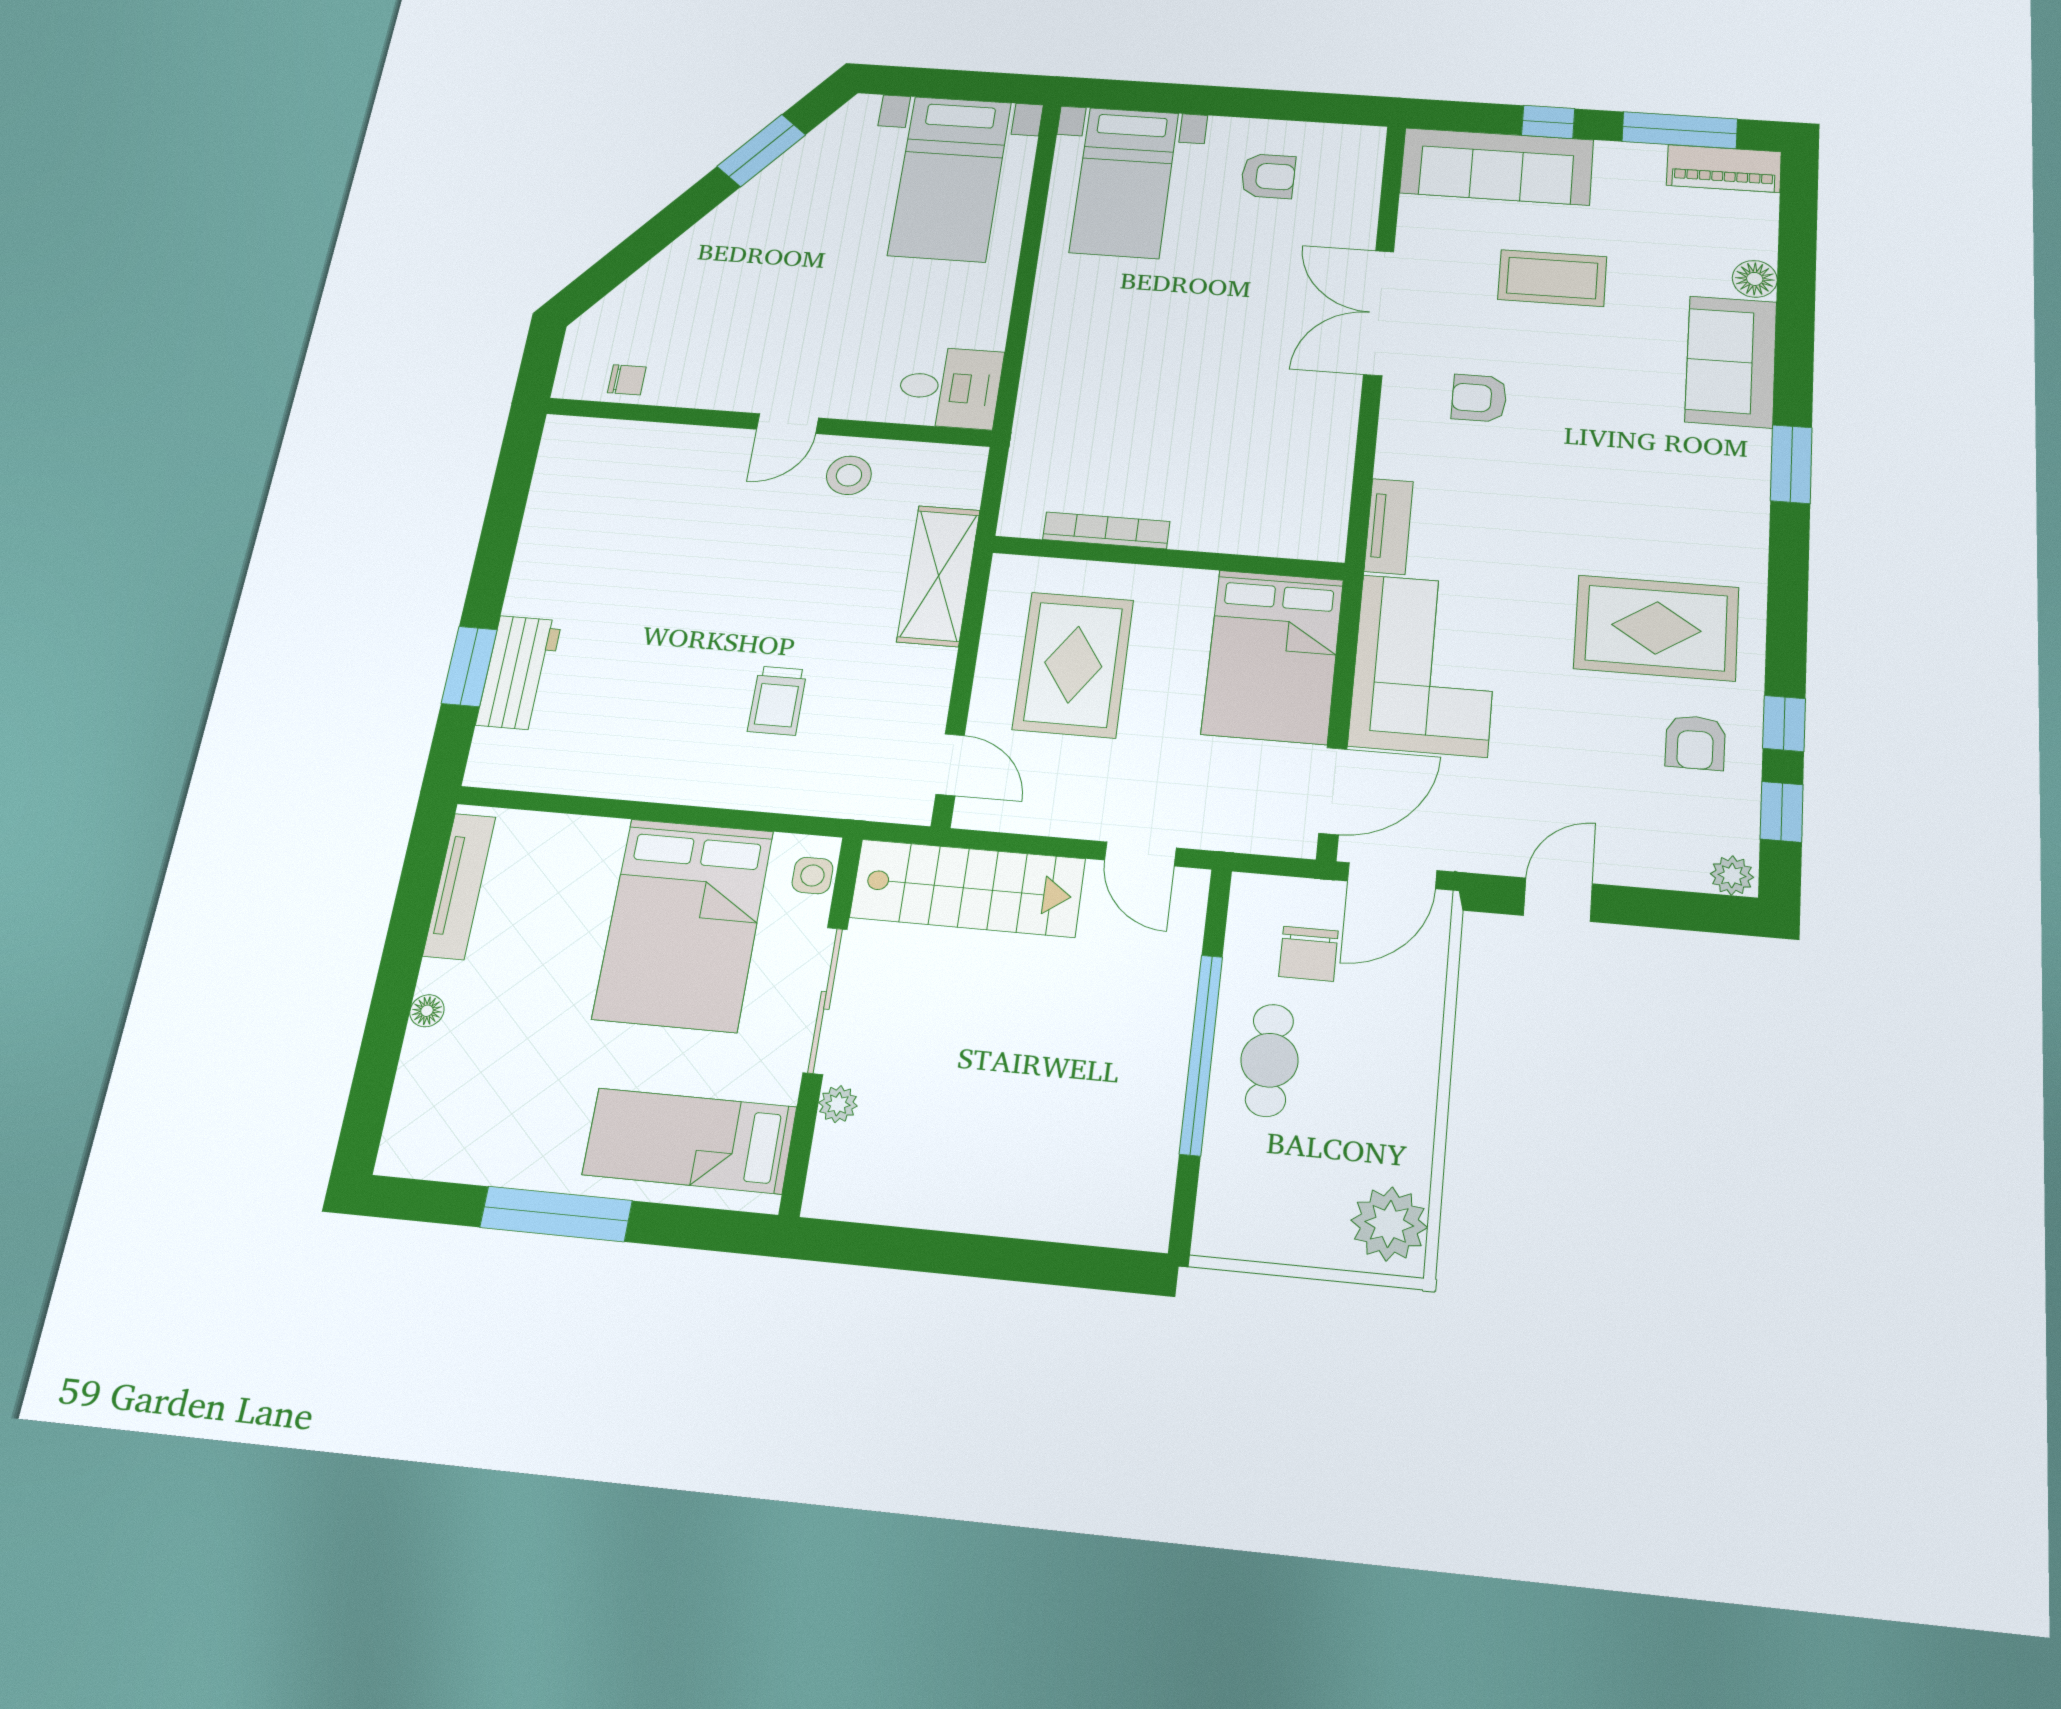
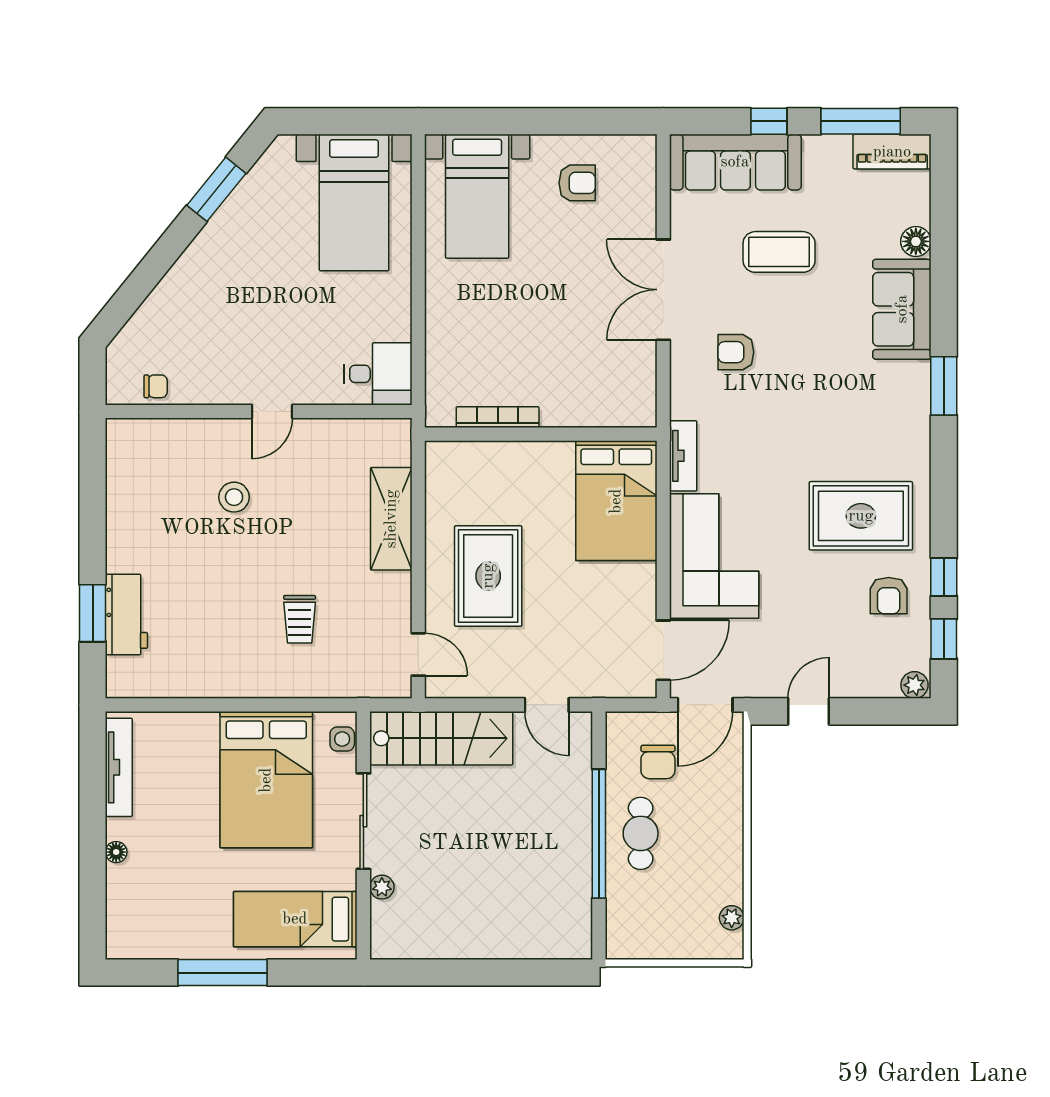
stool: (849, 475) -> (234, 497), moved
bookcase: (1106, 530) -> (498, 417), moved
wall: (1168, 558) -> (541, 434), moved
bed: (1273, 657) -> (616, 501), moved
plant: (1389, 1224) -> (732, 918), width x0.53, depth x0.53

